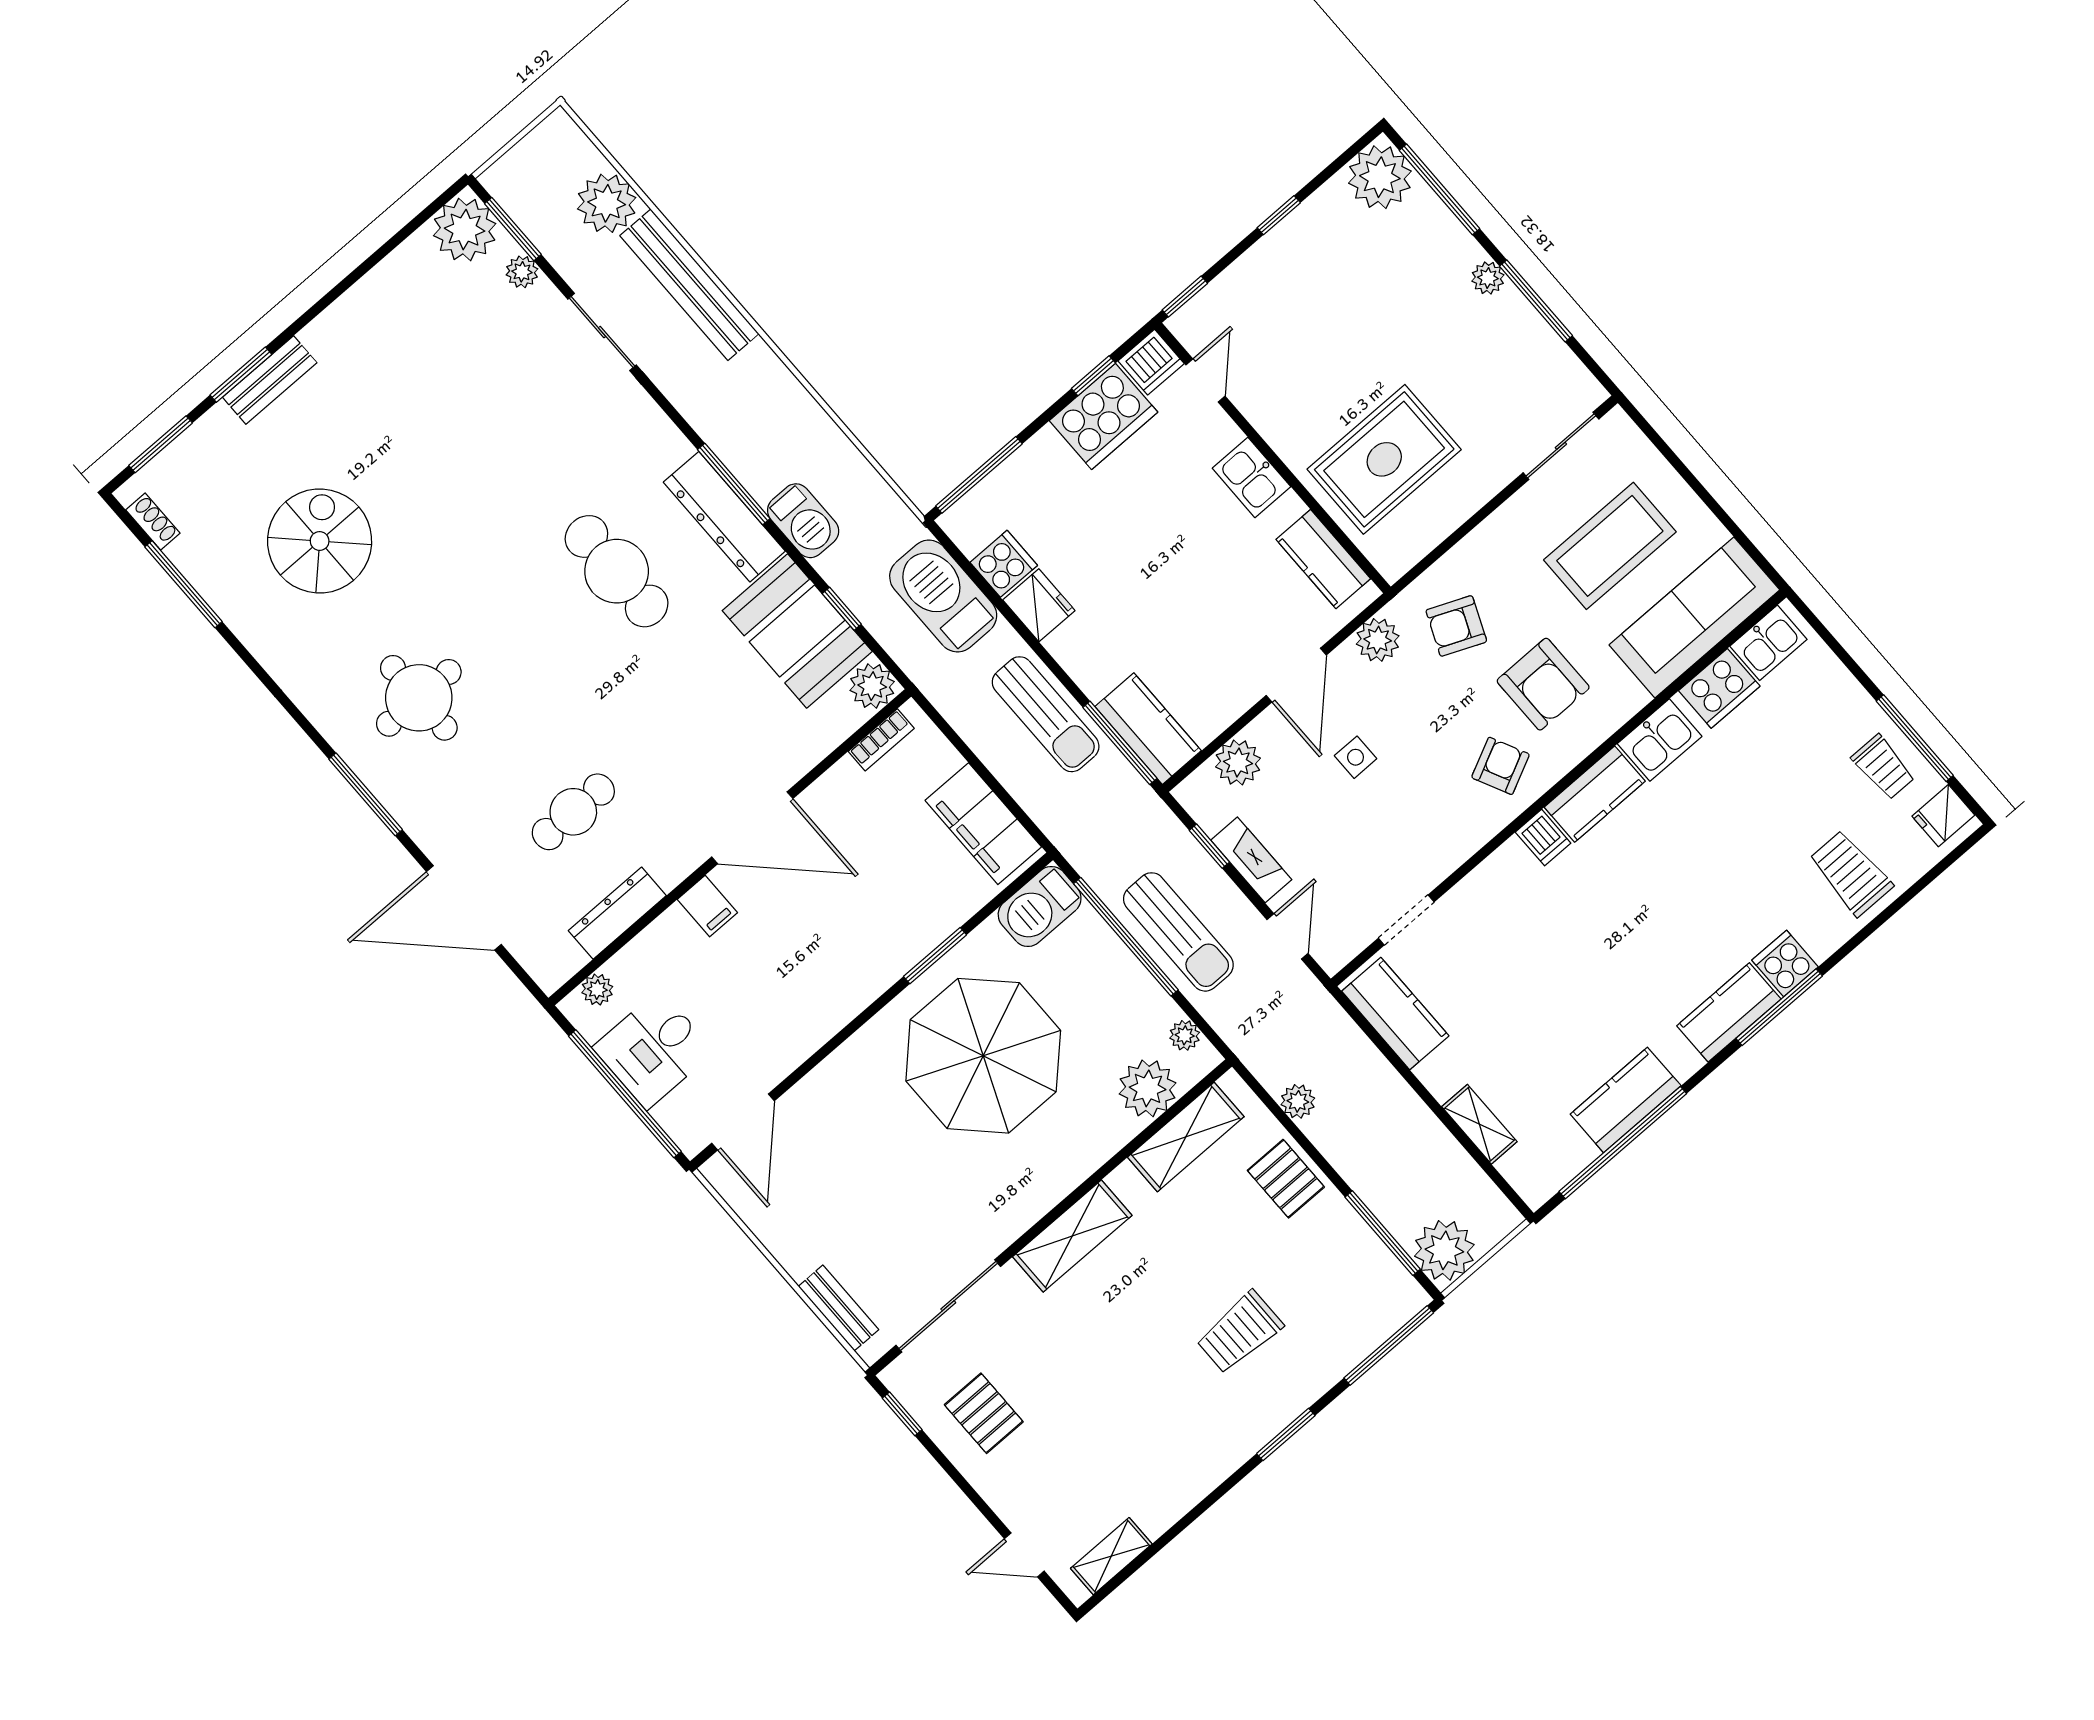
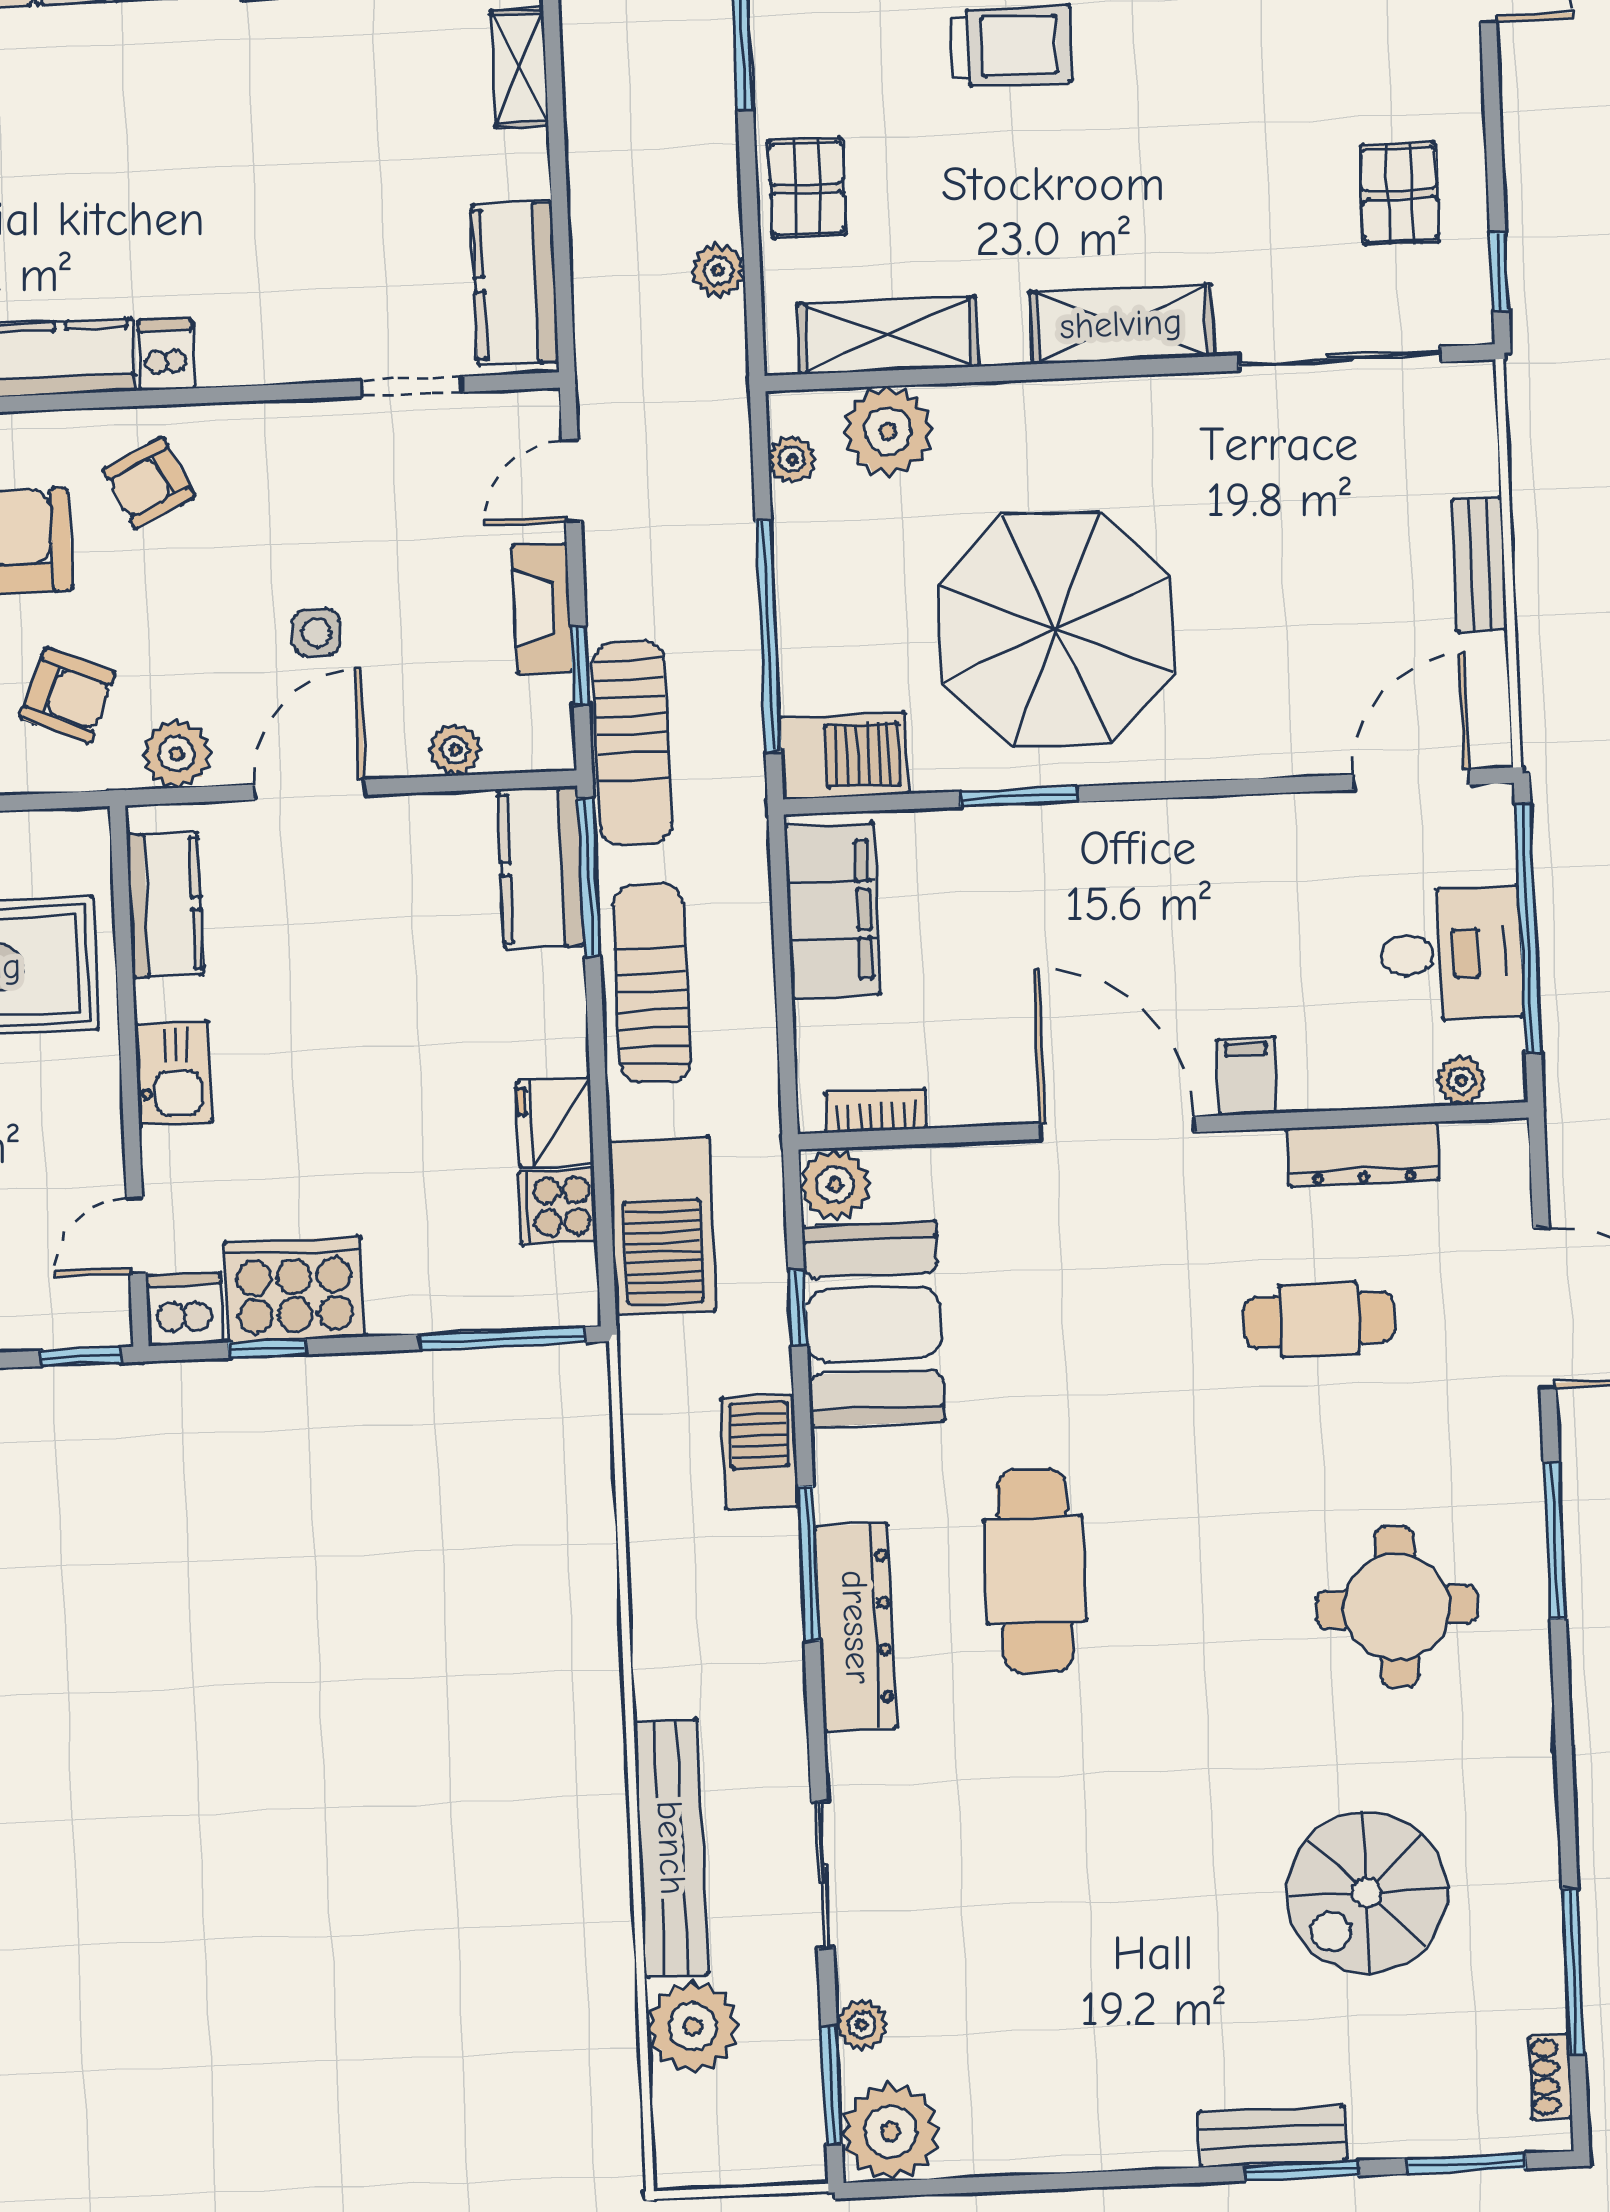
dresser: (724, 517) -> (856, 1627), moved
plant: (1238, 763) -> (455, 750), width x0.73, depth x0.73
sun lounger: (1178, 932) -> (632, 743), moved, turned 180
bench: (839, 1308) -> (1479, 565), moved

